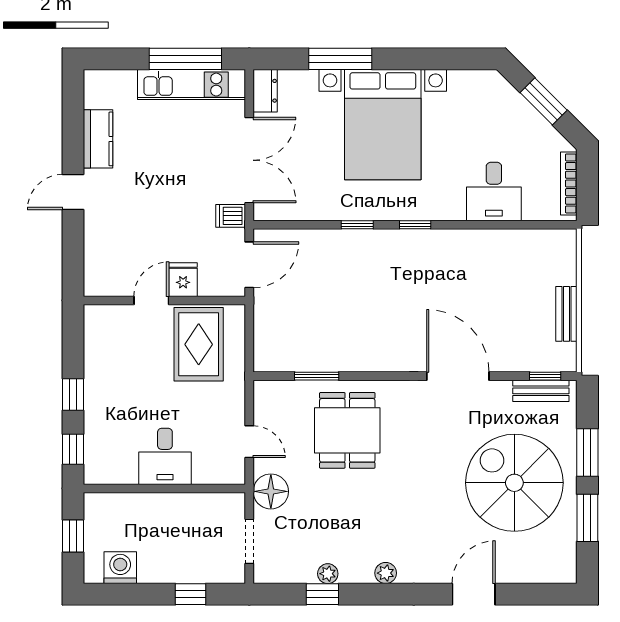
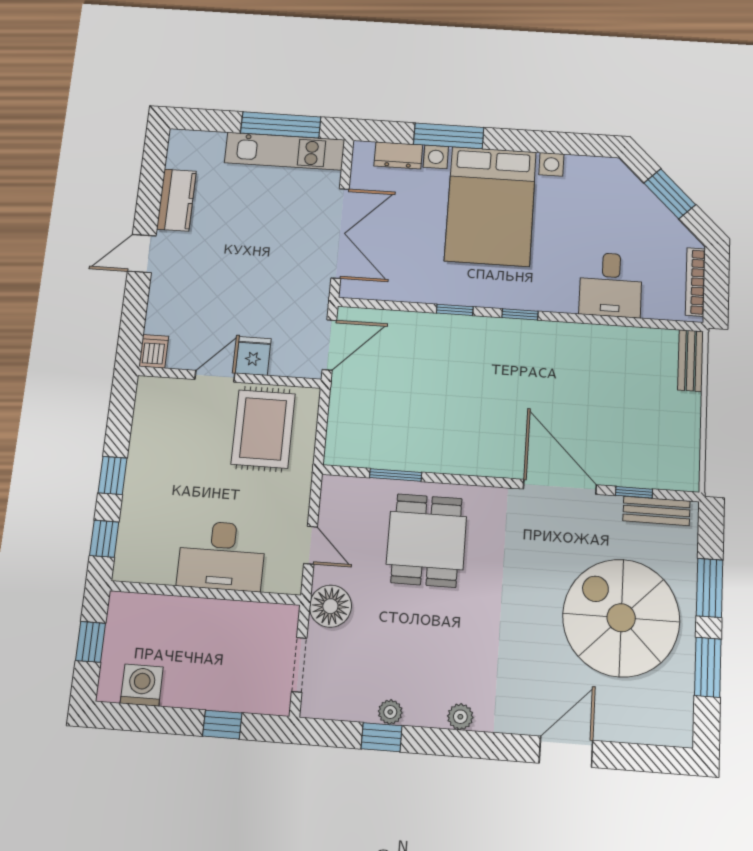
dresser: (265, 91) -> (398, 155), moved, turned 90
dishwasher: (231, 216) -> (154, 351), moved, turned 90
bench: (566, 314) -> (691, 361), moved
window: (545, 376) -> (634, 492), moved
desk: (165, 456) -> (222, 556), width x1.37

